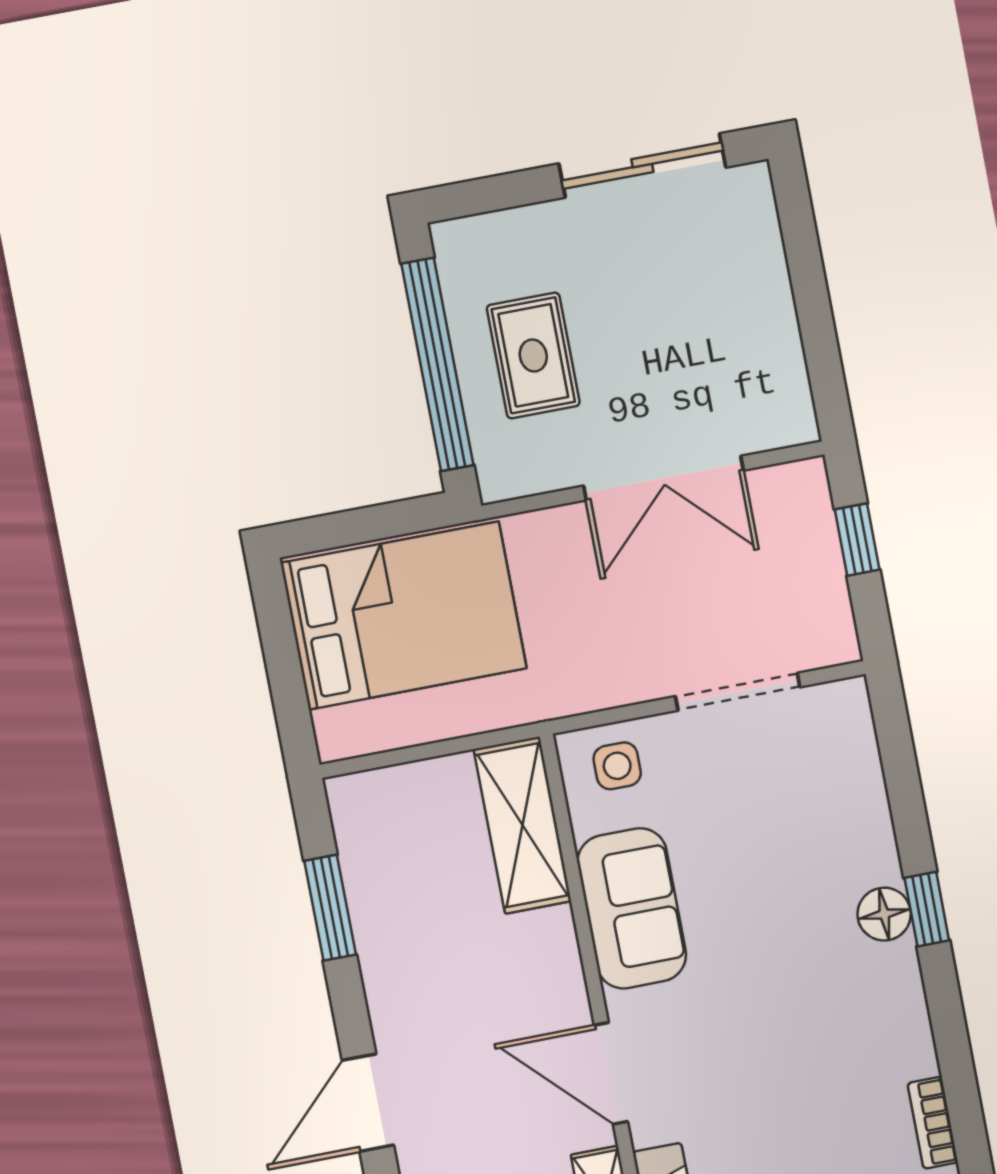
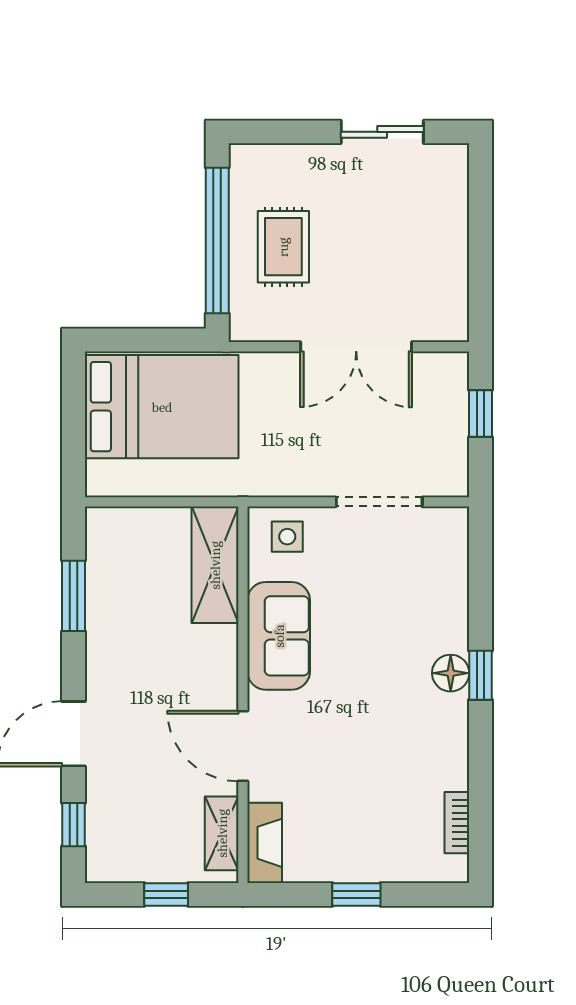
sliding door: (642, 166) -> (382, 132), width x0.73

